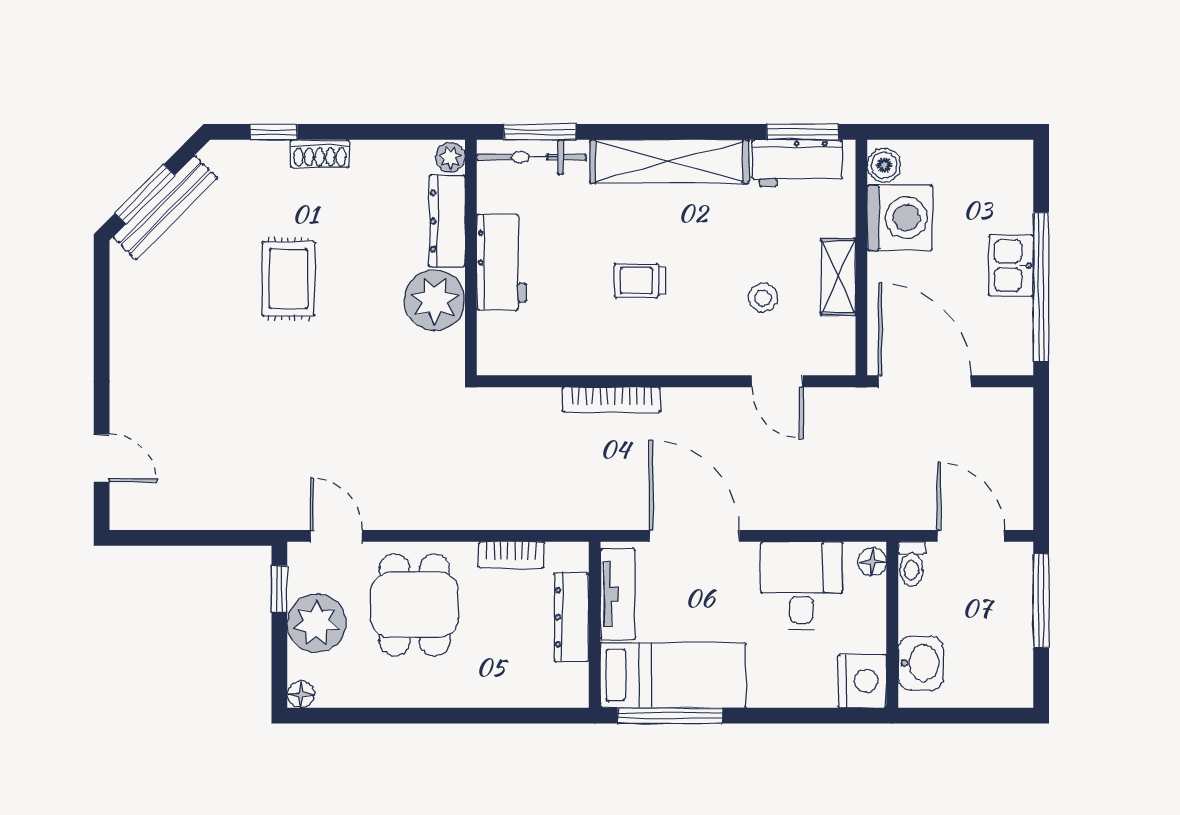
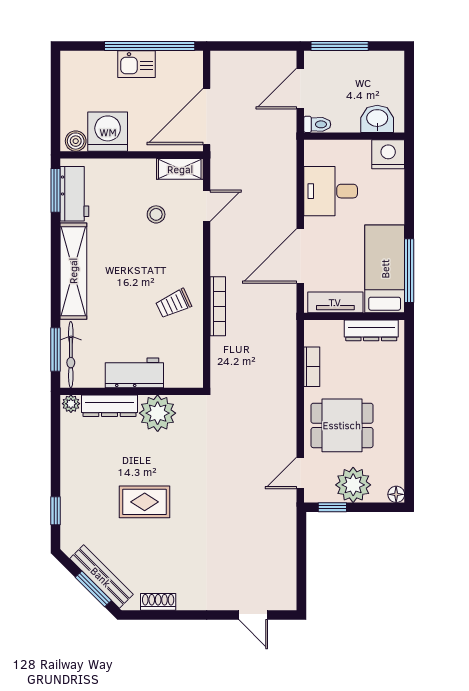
shoe rack: (320, 154) -> (158, 602), moved, turned -90
shelving: (838, 277) -> (180, 169), moved
trolley: (640, 281) -> (174, 304), moved, turned 65
door: (102, 458) -> (253, 615), swing flipped
floor lamp: (872, 562) -> (316, 148), removed
dresser: (571, 617) -> (371, 330), moved

